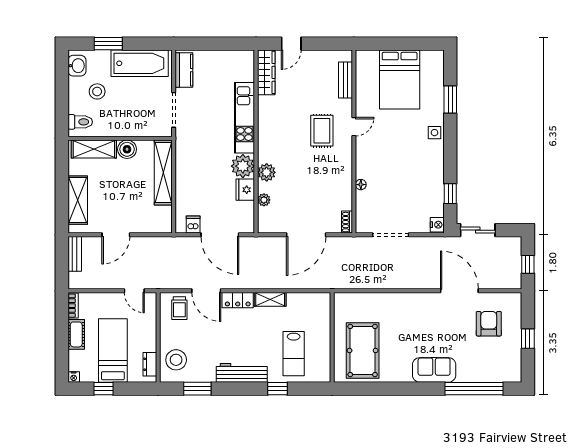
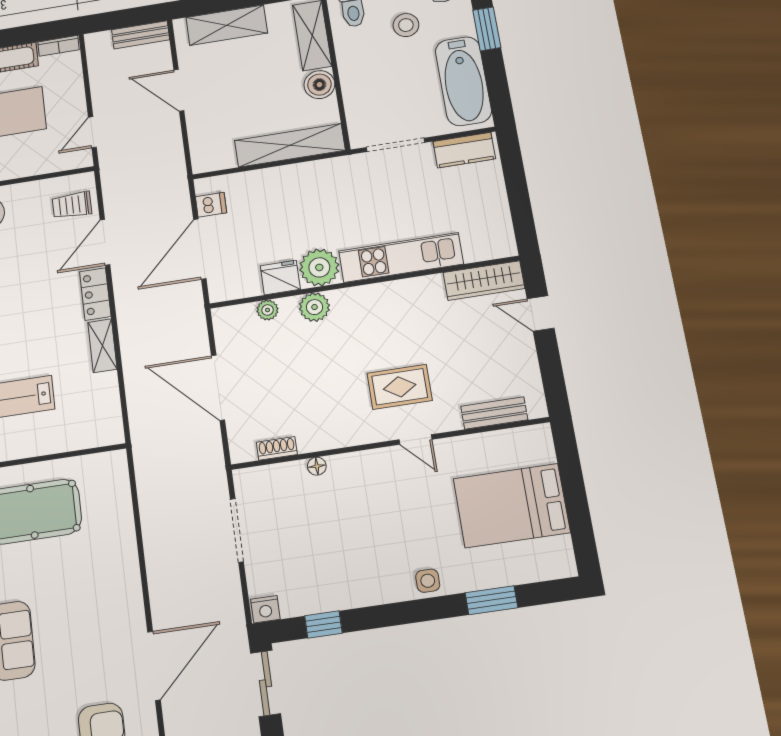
shoe rack: (347, 222) -> (277, 448), moved

